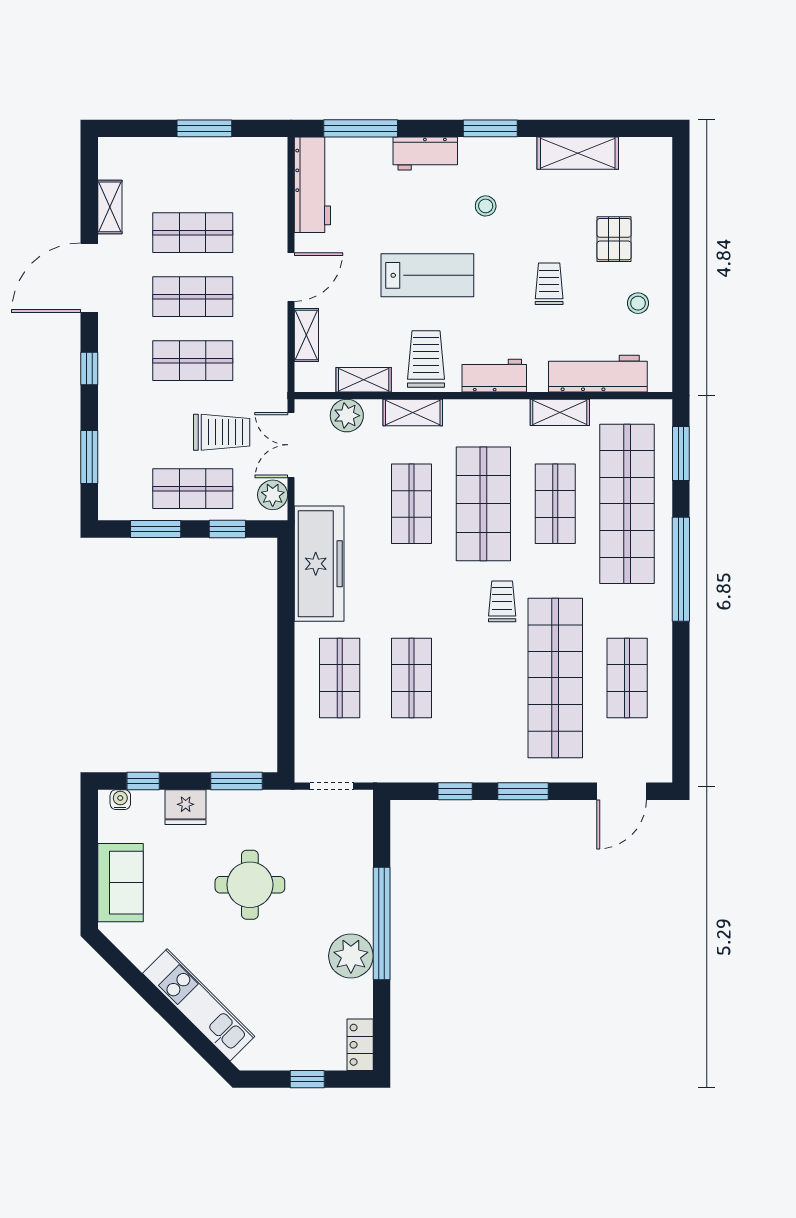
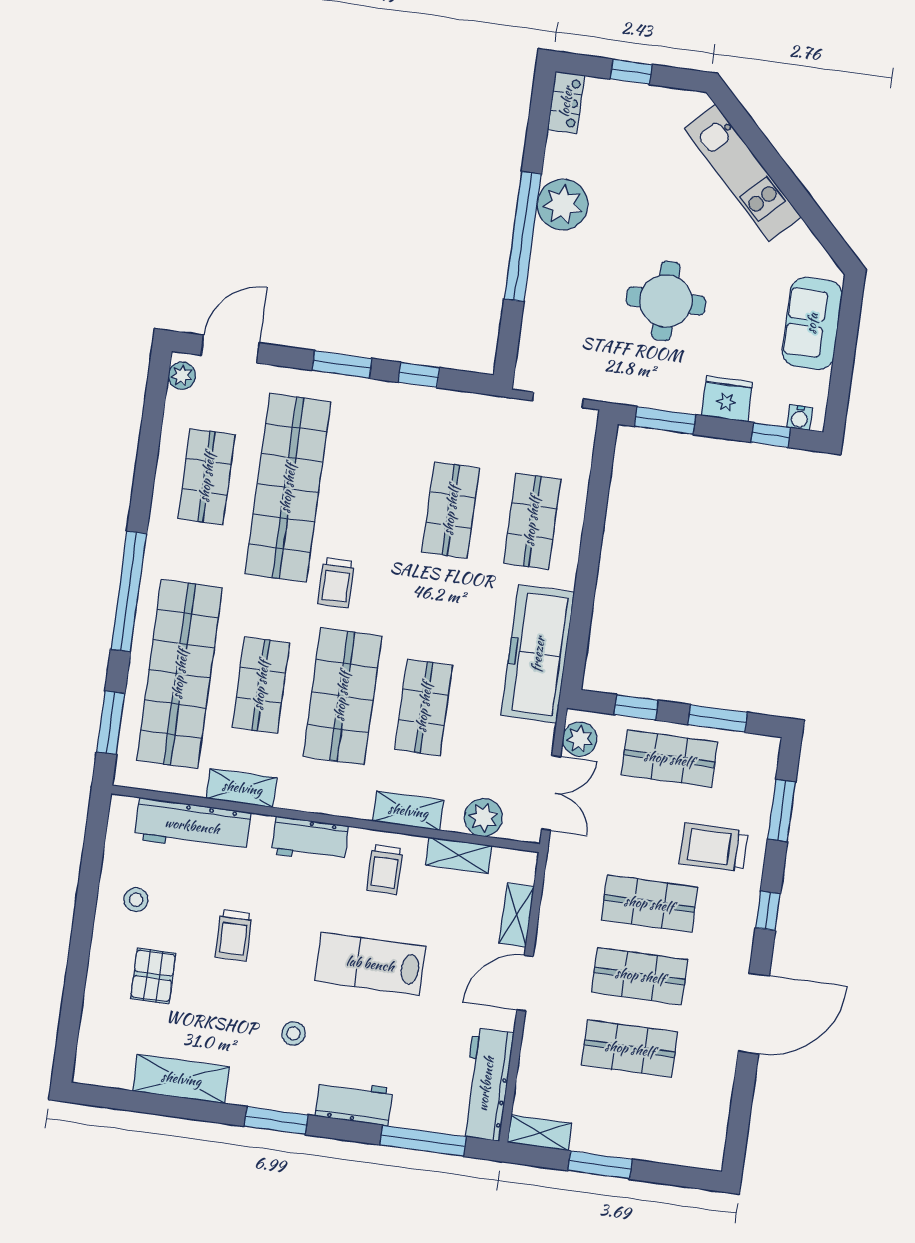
shelving: (110, 207) -> (540, 1133), moved, turned 90
trolley: (426, 359) -> (385, 869), width x0.73, depth x0.72
trolley: (222, 432) -> (714, 847), moved
plant: (660, 763) -> (182, 376), added

